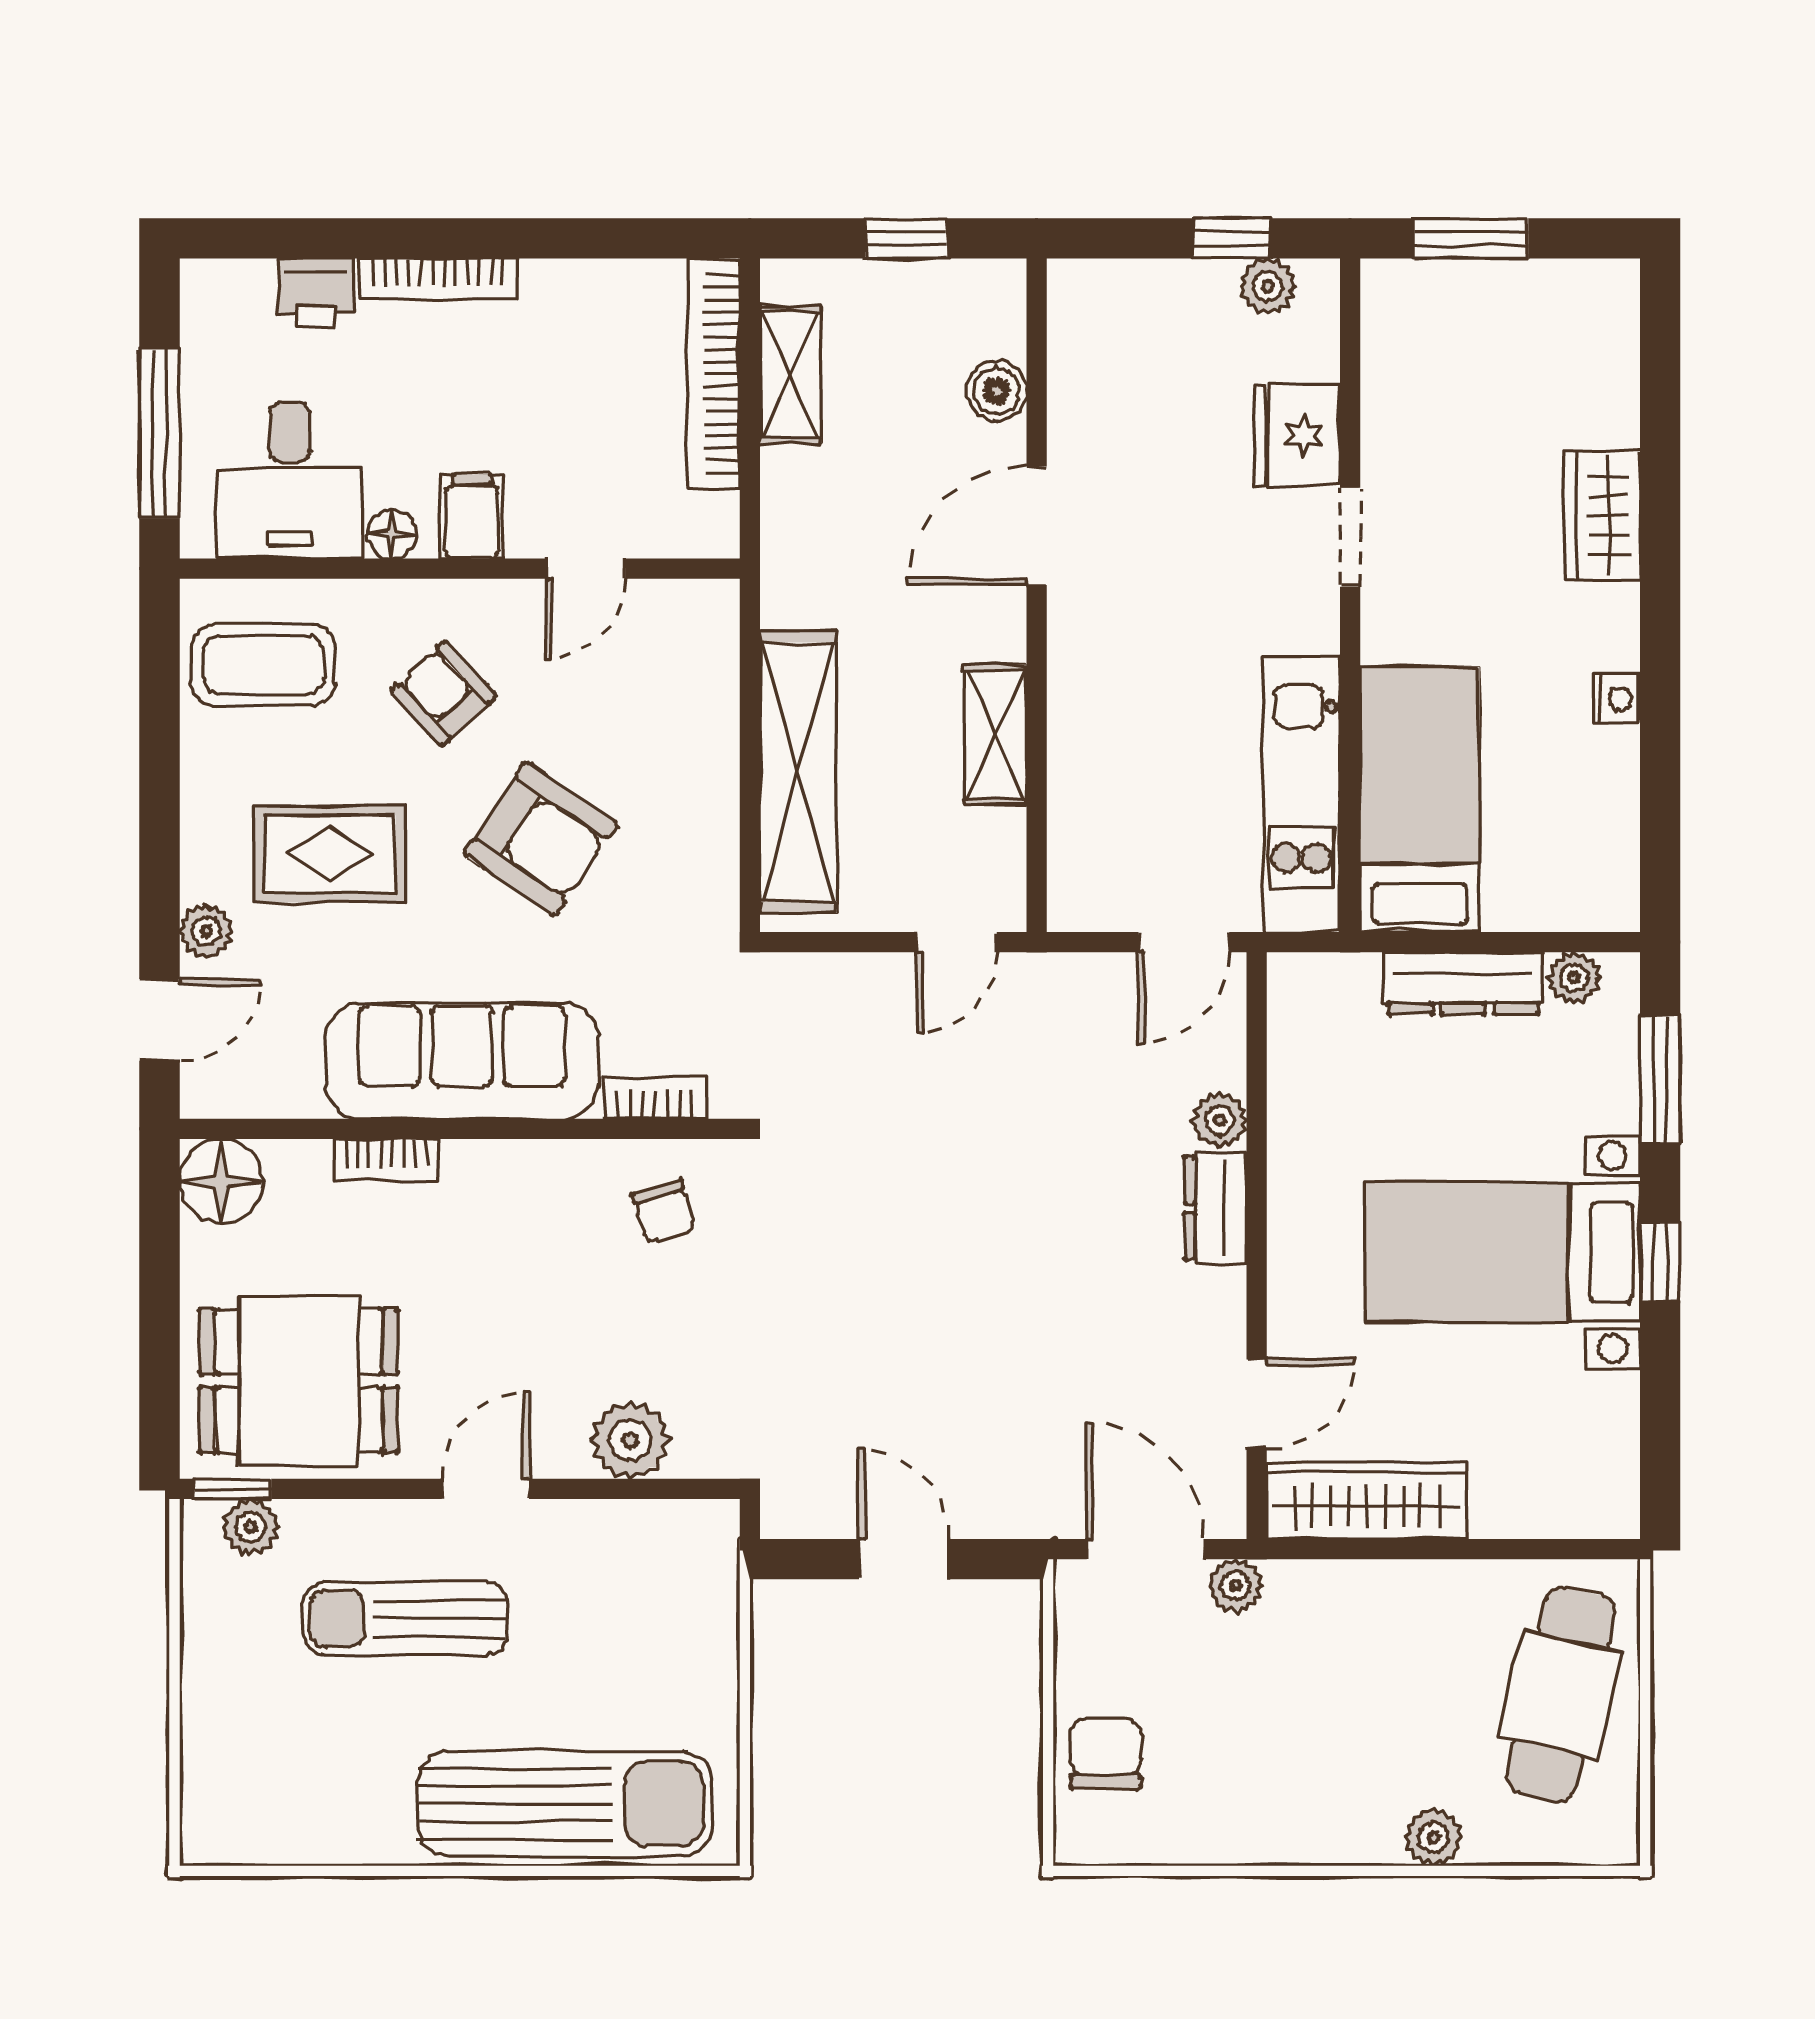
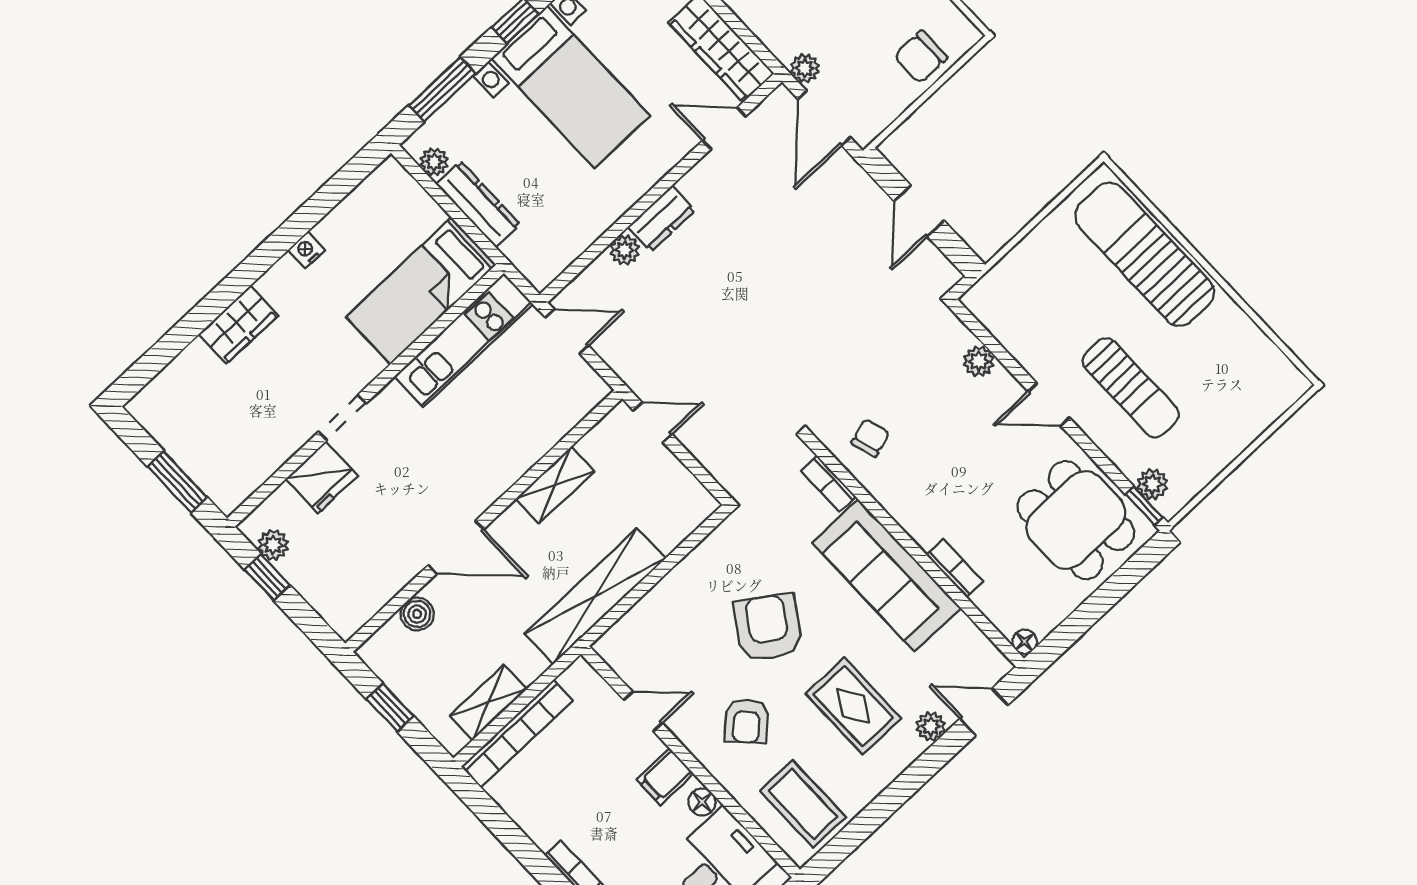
shelving: (798, 772) -> (595, 596), moved
floor lamp: (221, 1181) -> (1025, 642), width x0.53, depth x0.53
plant: (630, 1440) -> (979, 361), width x0.73, depth x0.73

